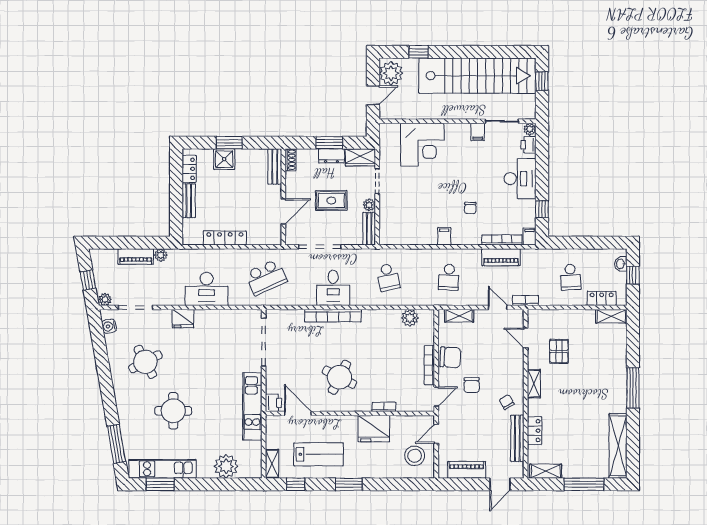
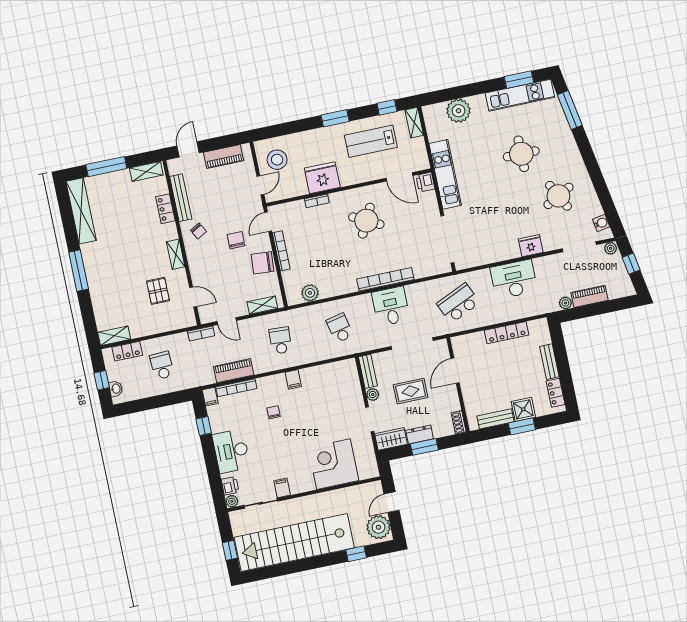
bench: (275, 166) -> (495, 419), moved, turned 90

